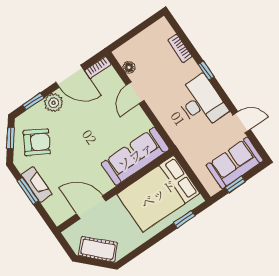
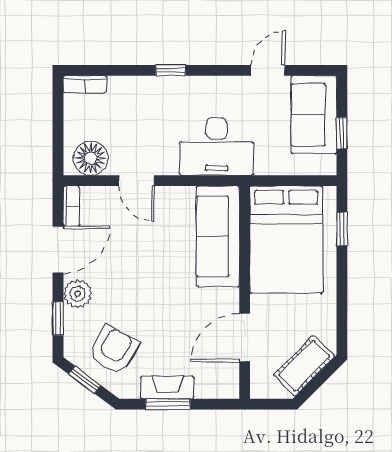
bookcase: (180, 48) -> (85, 84), moved
floor lamp: (129, 67) -> (91, 158), width x1.89, depth x1.89
desk: (201, 102) -> (217, 146), moved, turned 180

